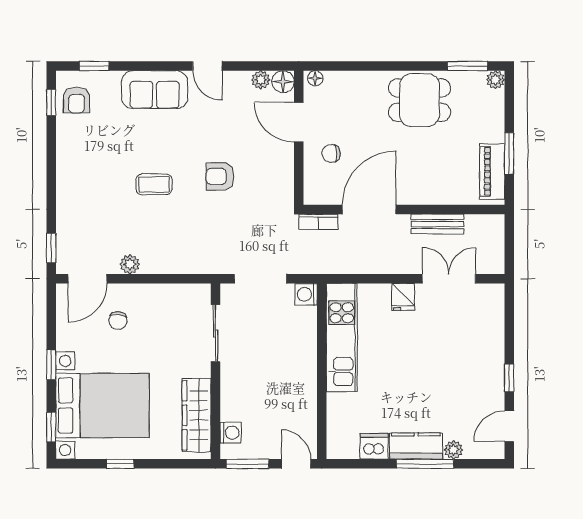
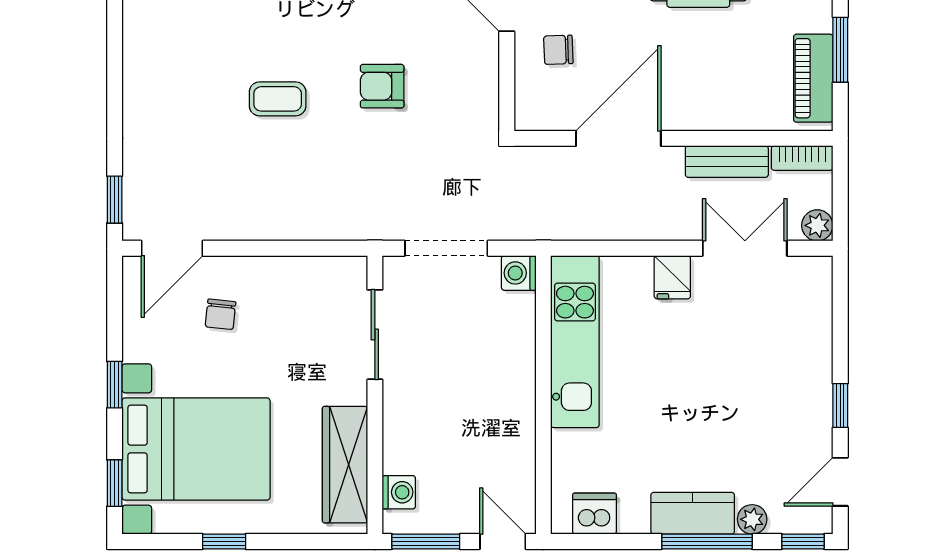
bookcase: (318, 222) -> (802, 158), moved
plant: (130, 264) -> (817, 225), moved
dishwasher: (374, 446) -> (594, 514), moved
window: (486, 464) -> (803, 541), added

